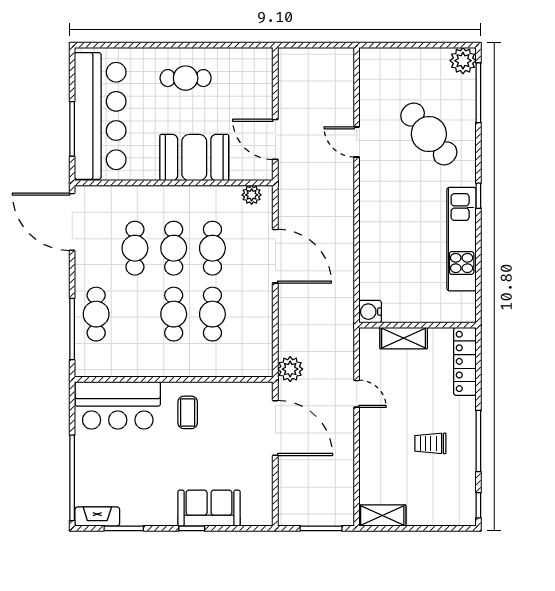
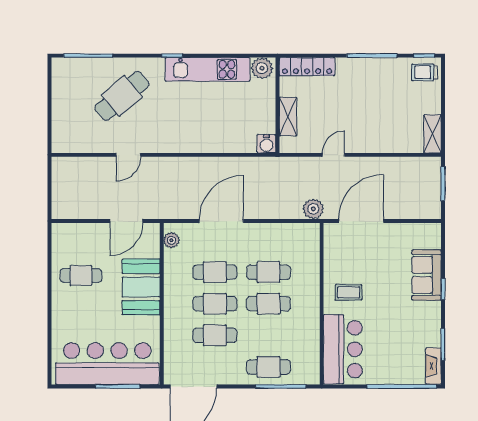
plant: (463, 61) -> (262, 68), moved
cafe table: (186, 78) -> (81, 275), moved, turned 90
trolley: (430, 443) -> (424, 72), moved, turned 90

